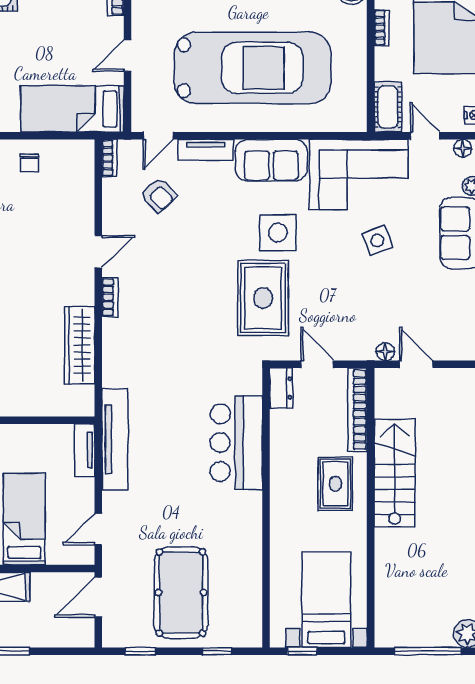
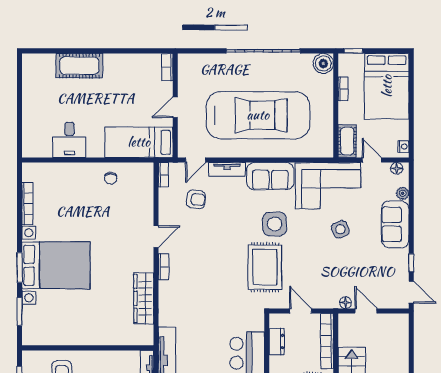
armchair: (159, 195) -> (196, 199), turned -40
dresser: (281, 388) -> (277, 342), moved

